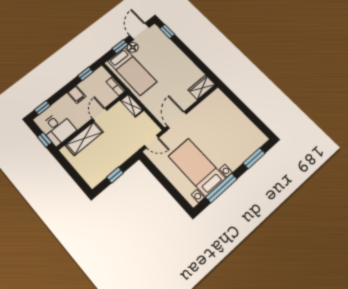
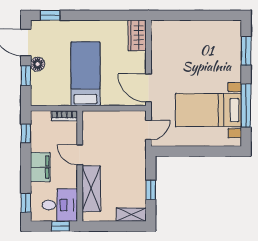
bed: (132, 71) -> (86, 74), moved, turned -90
filing cabinet: (77, 95) -> (40, 167), width x2.00
shelving: (132, 105) -> (131, 215), moved

